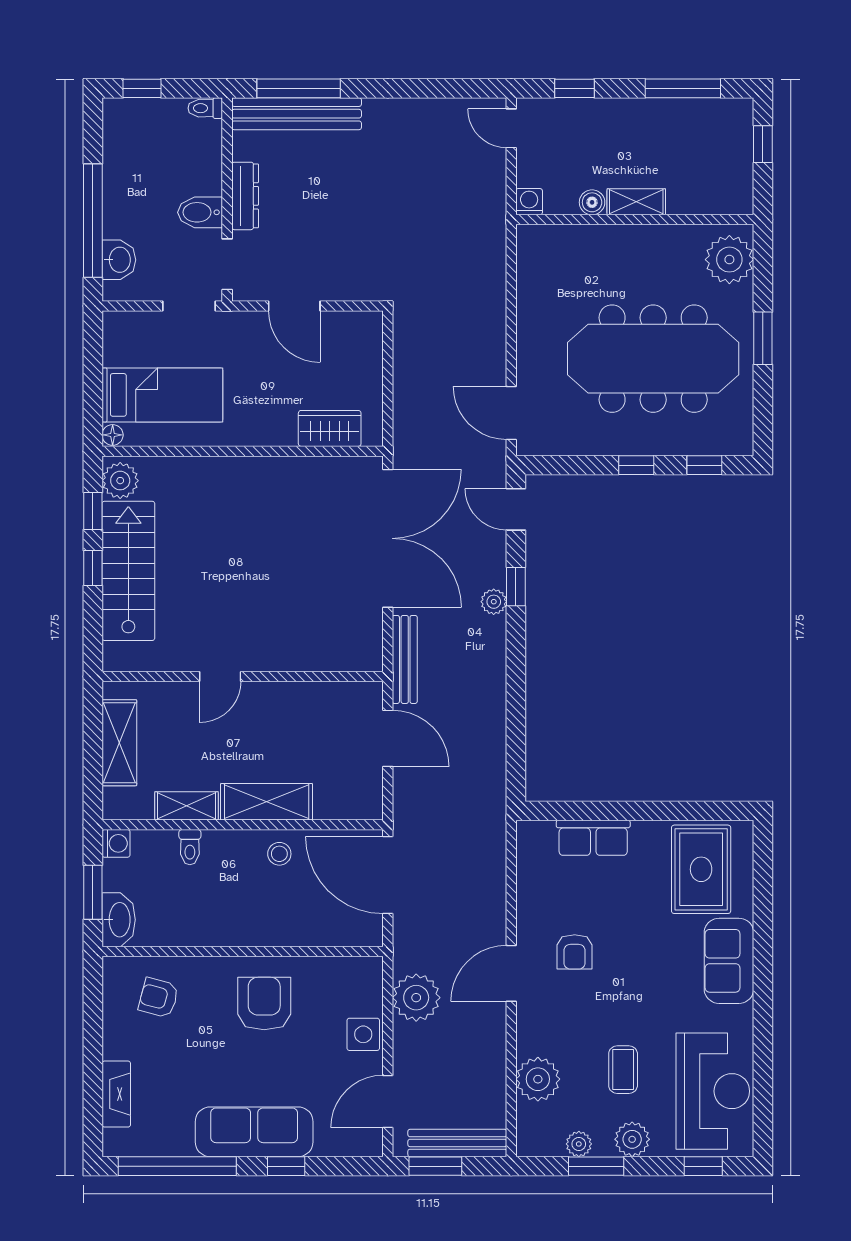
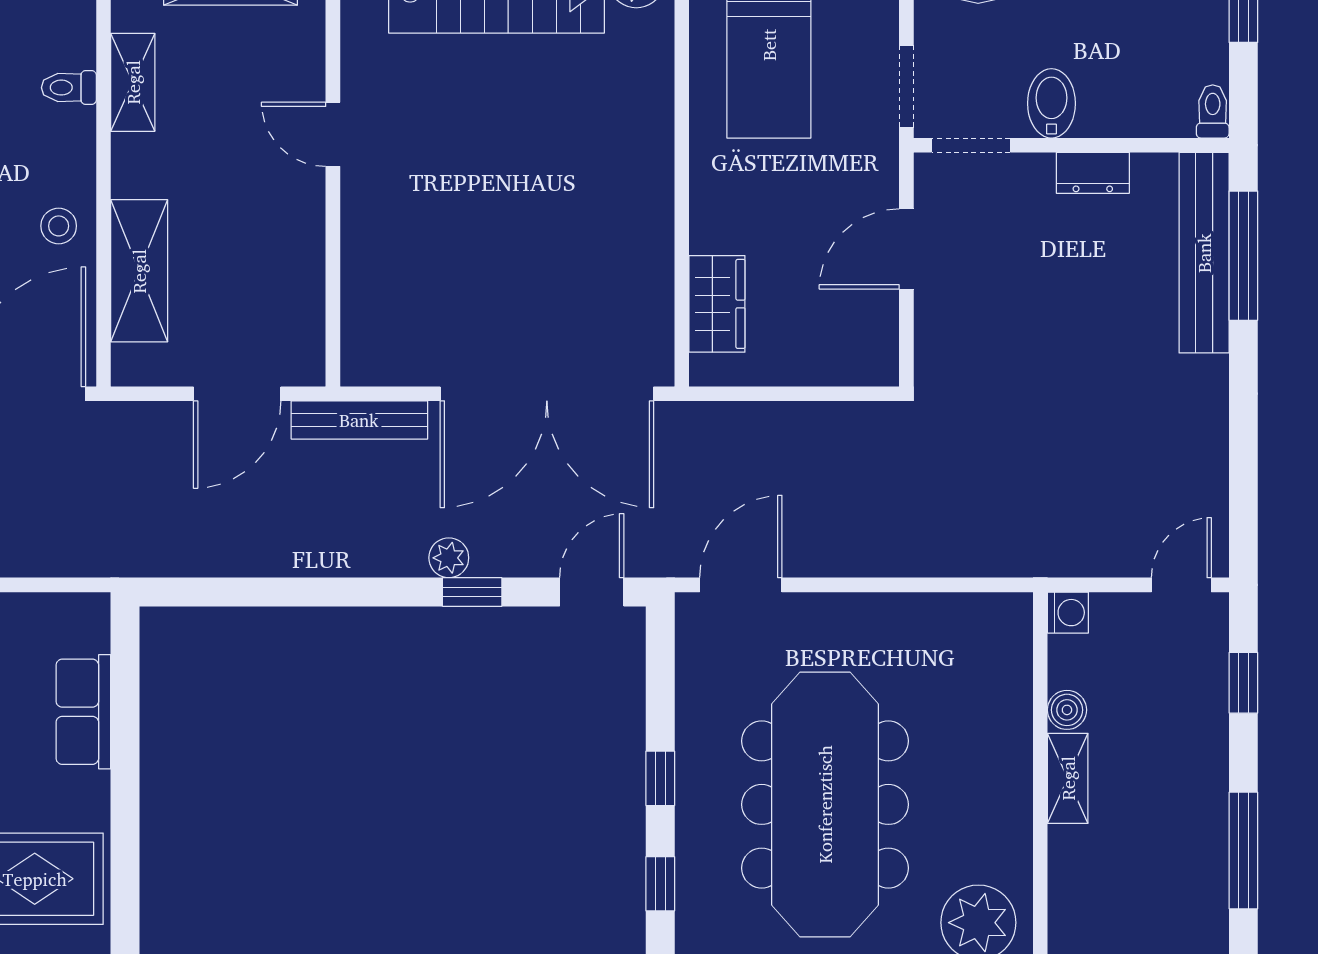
dresser: (245, 196) -> (1093, 173), width x0.70
shelving: (267, 802) -> (139, 271), moved

